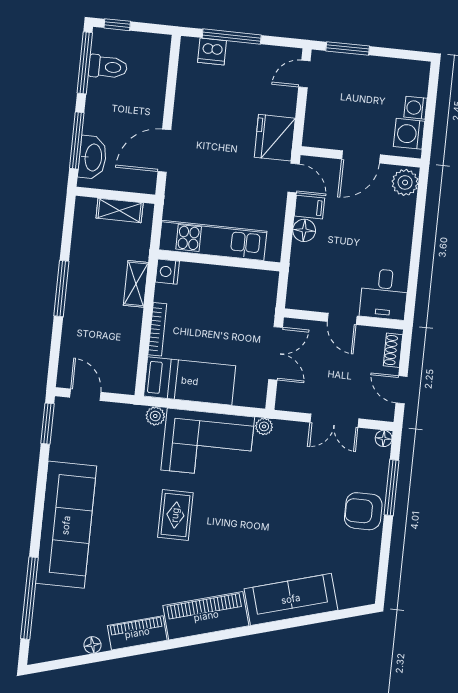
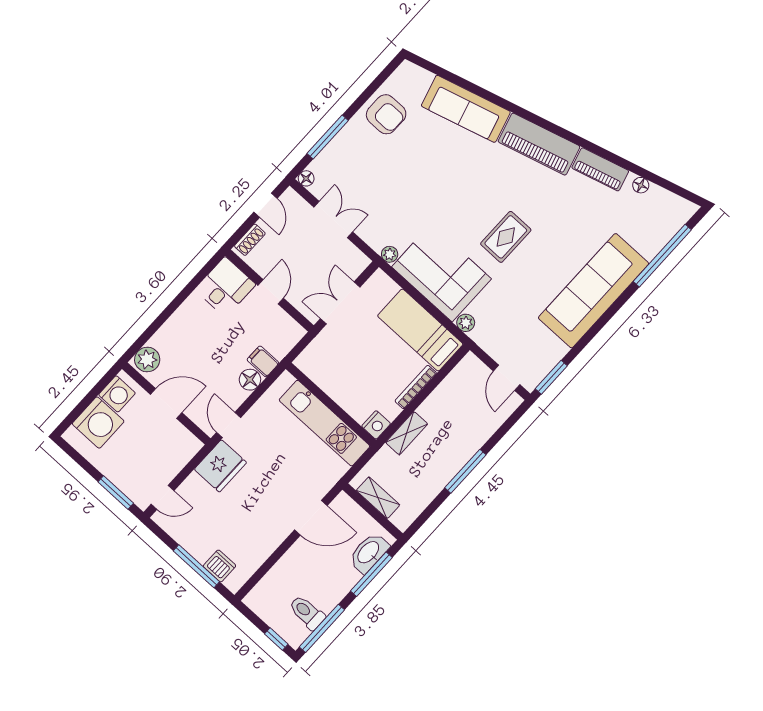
washing machine: (415, 108) -> (98, 423), width x1.89, depth x1.89
filing cabinet: (309, 207) -> (263, 361), moved
armchair: (363, 511) -> (386, 114), moved

